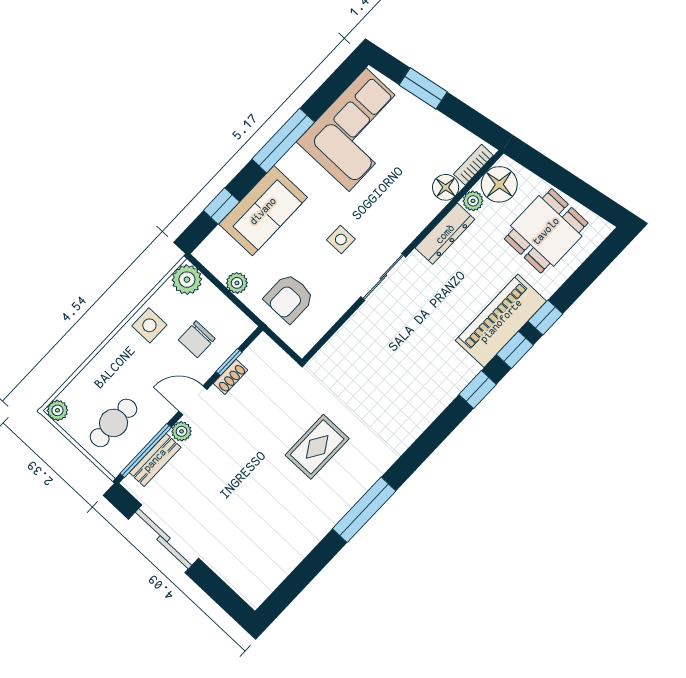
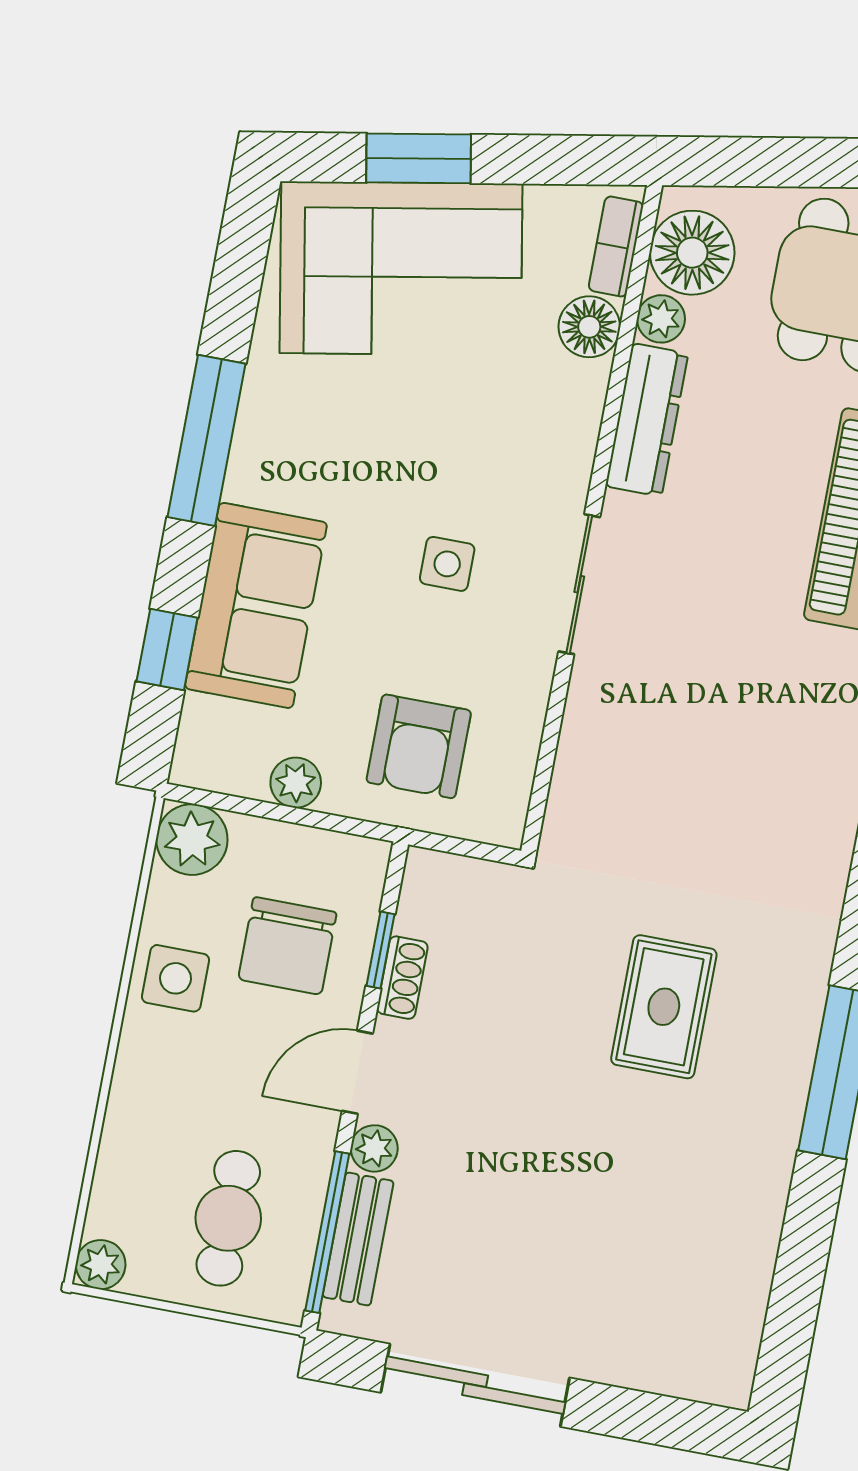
corner sofa: (358, 130) -> (401, 268), moved, turned 80
chair: (197, 339) -> (287, 946), width x1.37, depth x1.37

